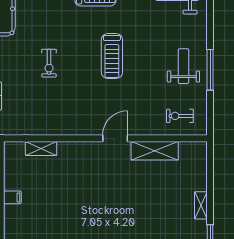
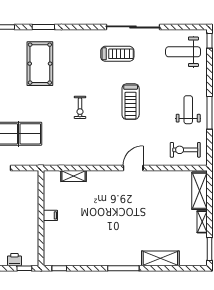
exercise bike: (180, 116) -> (185, 150), width x1.38, depth x1.39
shelving: (155, 151) -> (200, 191), moved, turned 90

